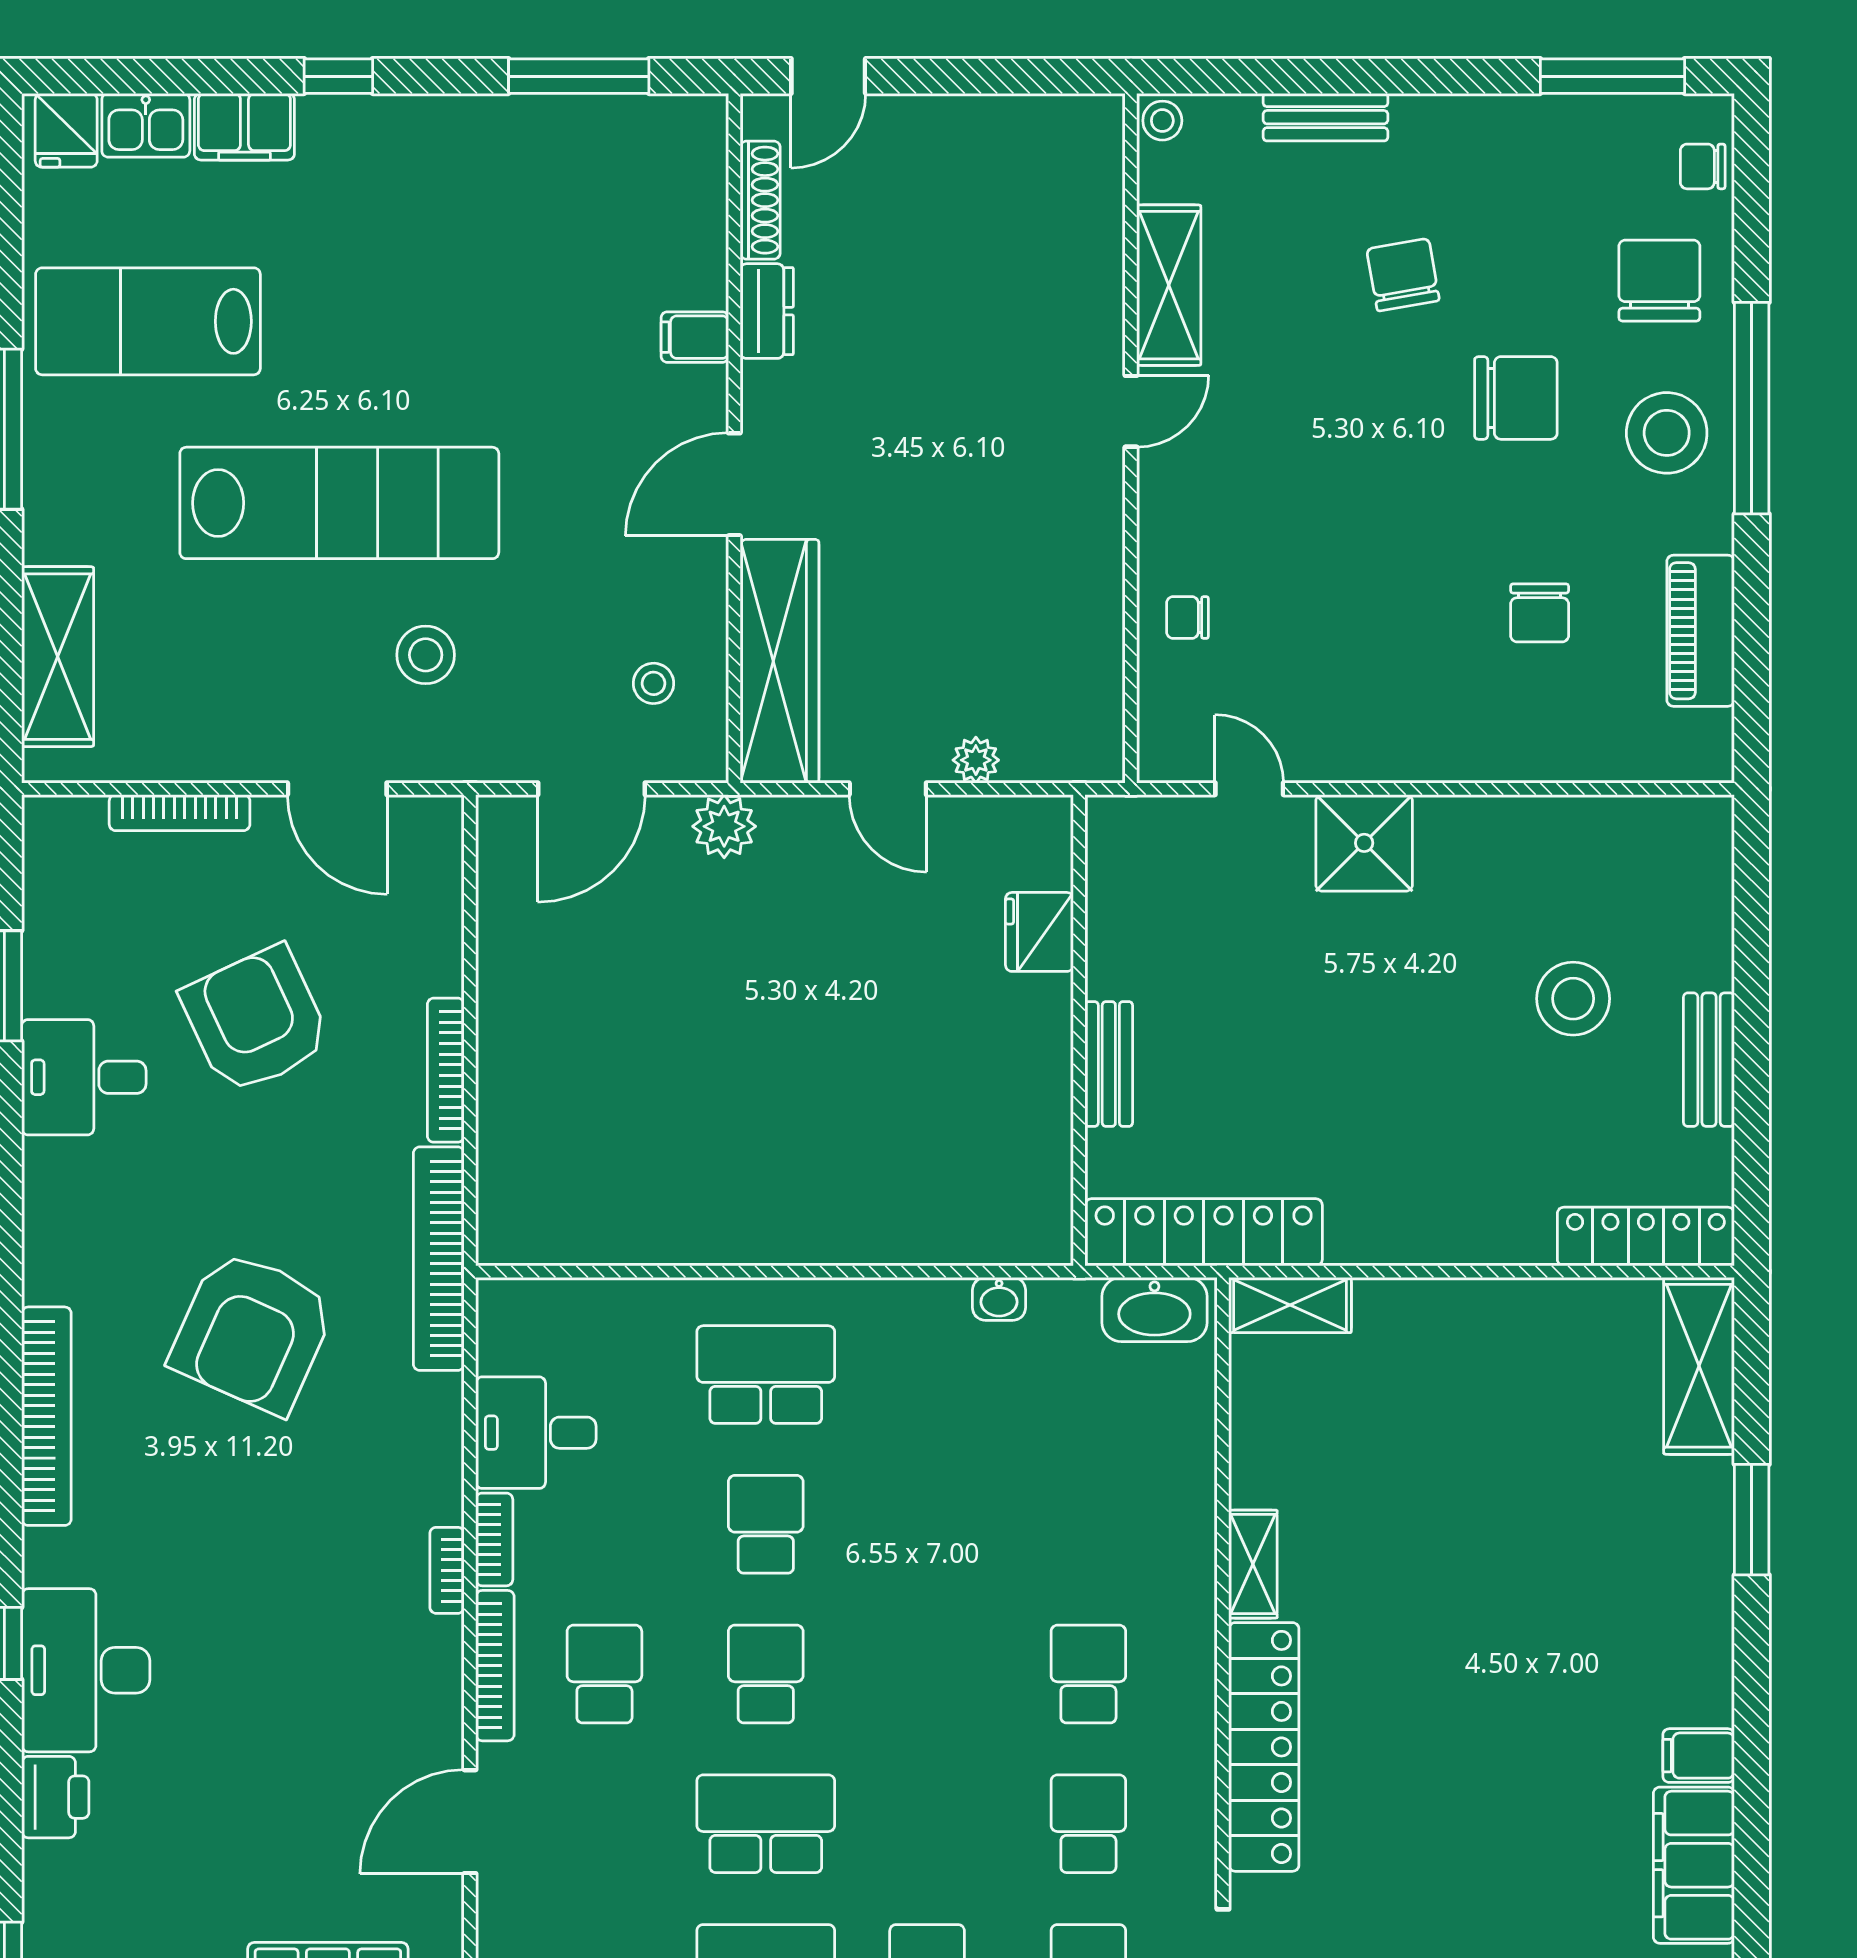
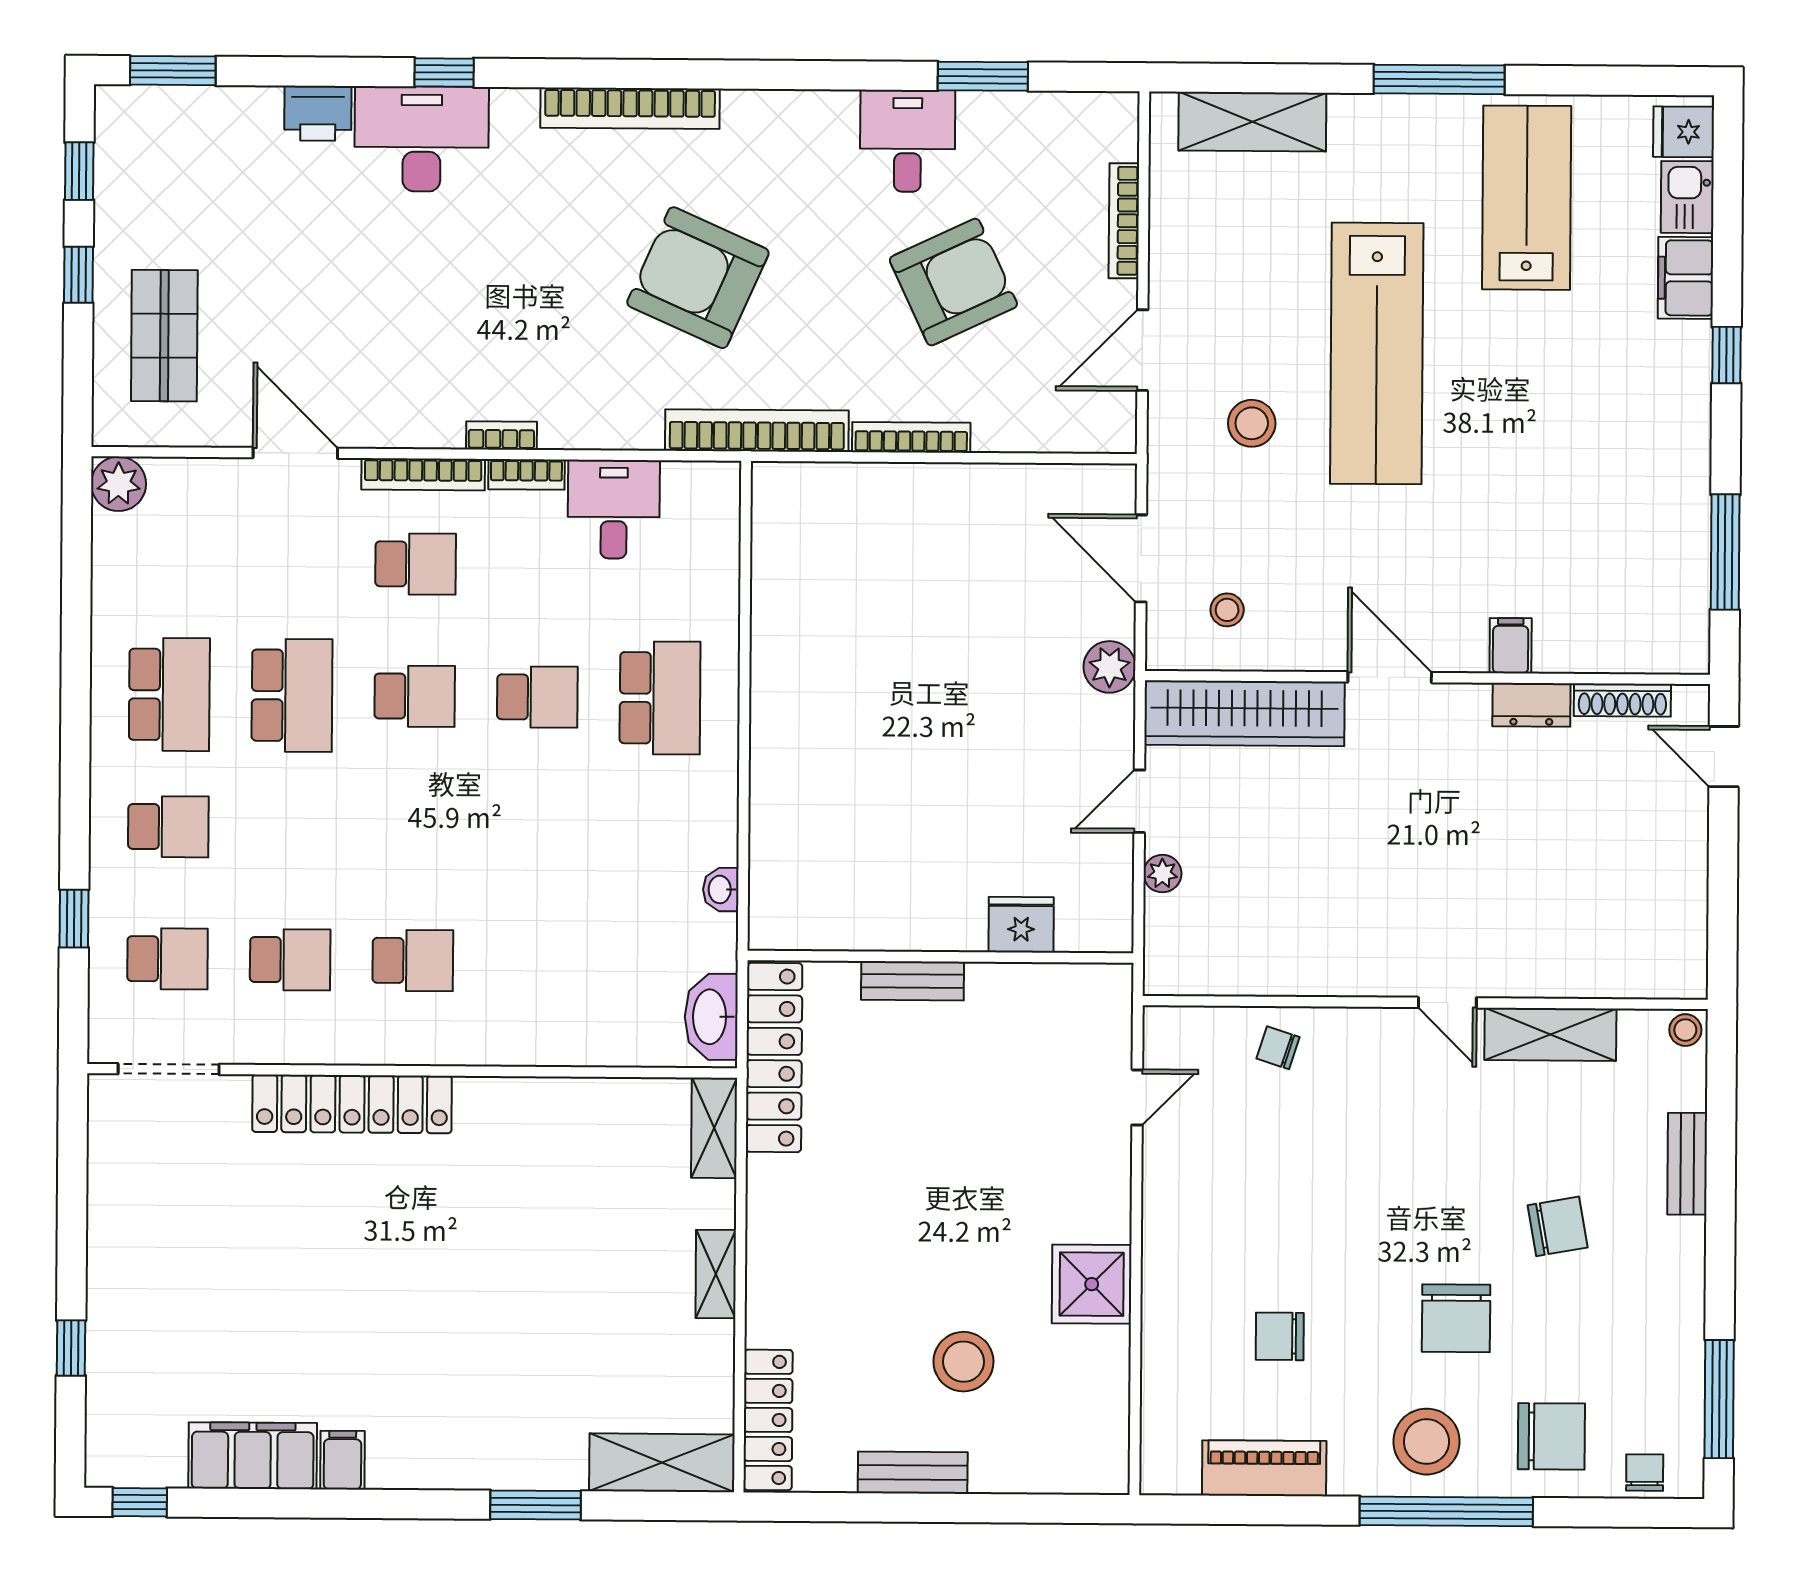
chair: (1187, 618) -> (1278, 1048), turned -72
shower: (1364, 843) -> (1092, 1284), moved
shelving: (1253, 1564) -> (716, 1274), moved, turned 90

